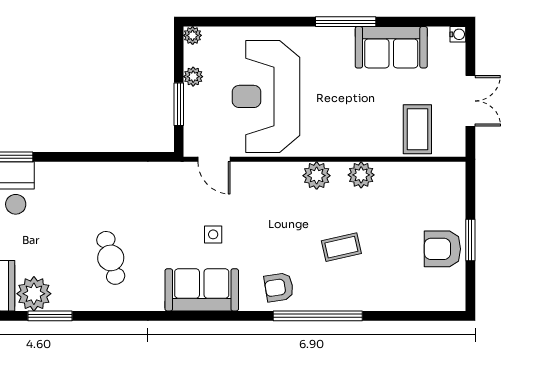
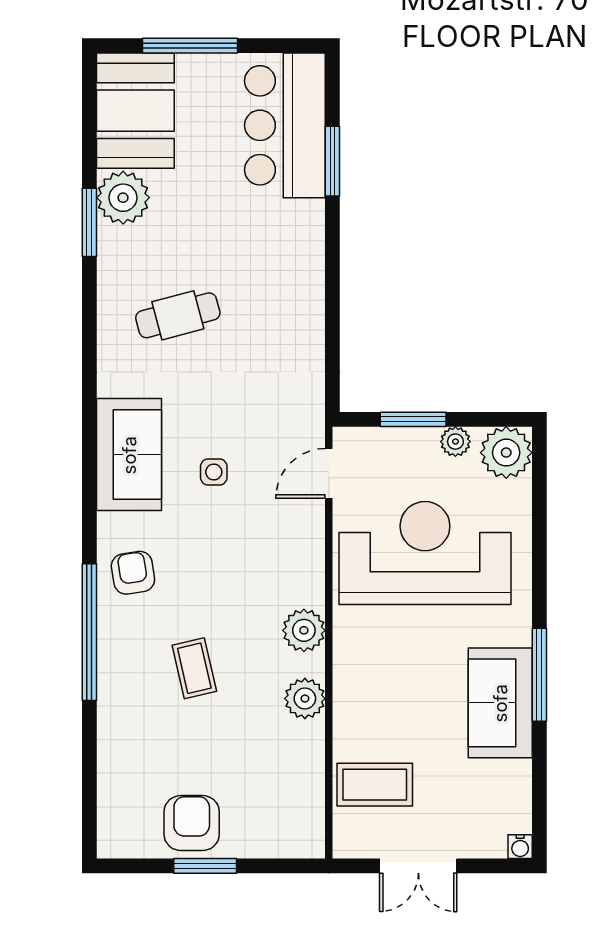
plant: (193, 35) -> (506, 453), width x1.88, depth x1.88
sofa: (391, 47) -> (500, 703), moved

